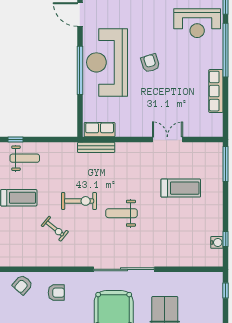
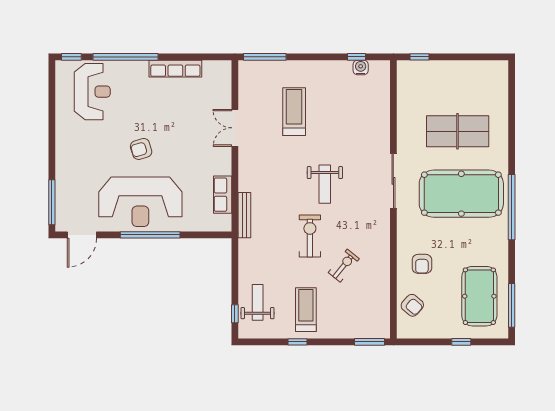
row of seats: (100, 130) -> (223, 195), moved
sliding door: (124, 269) -> (393, 181), width x0.73
armchair: (56, 293) -> (422, 264), turned 180

